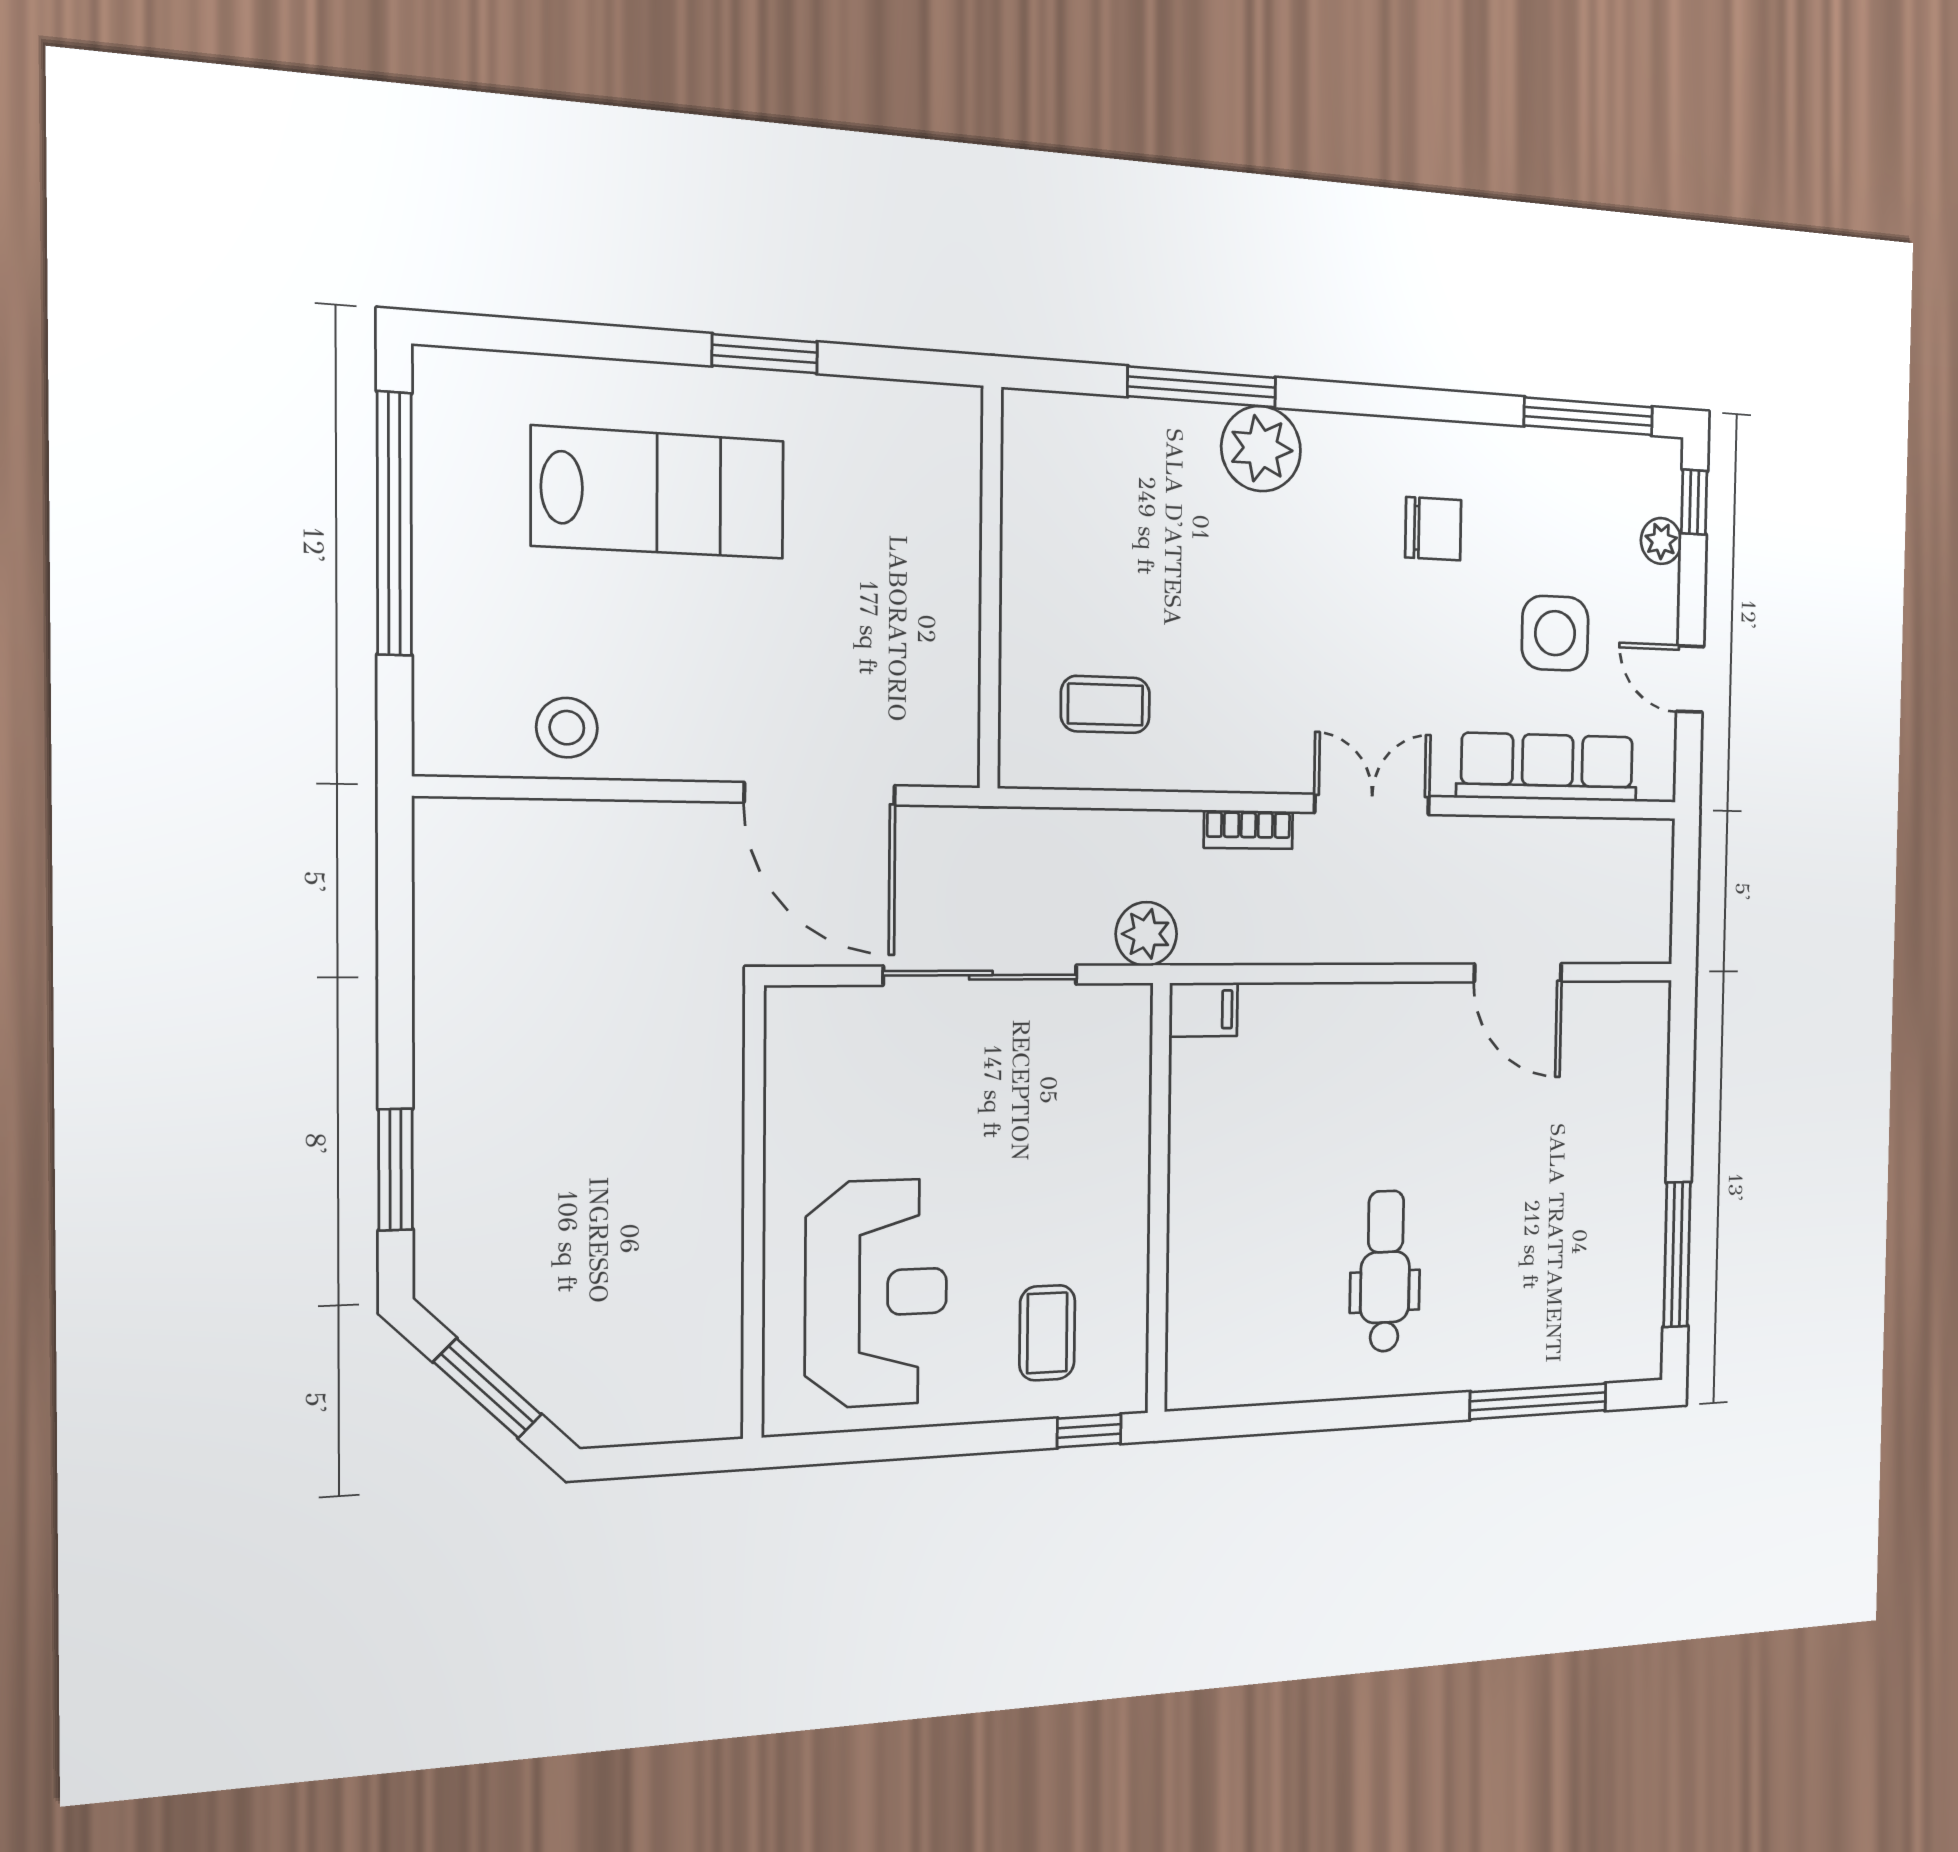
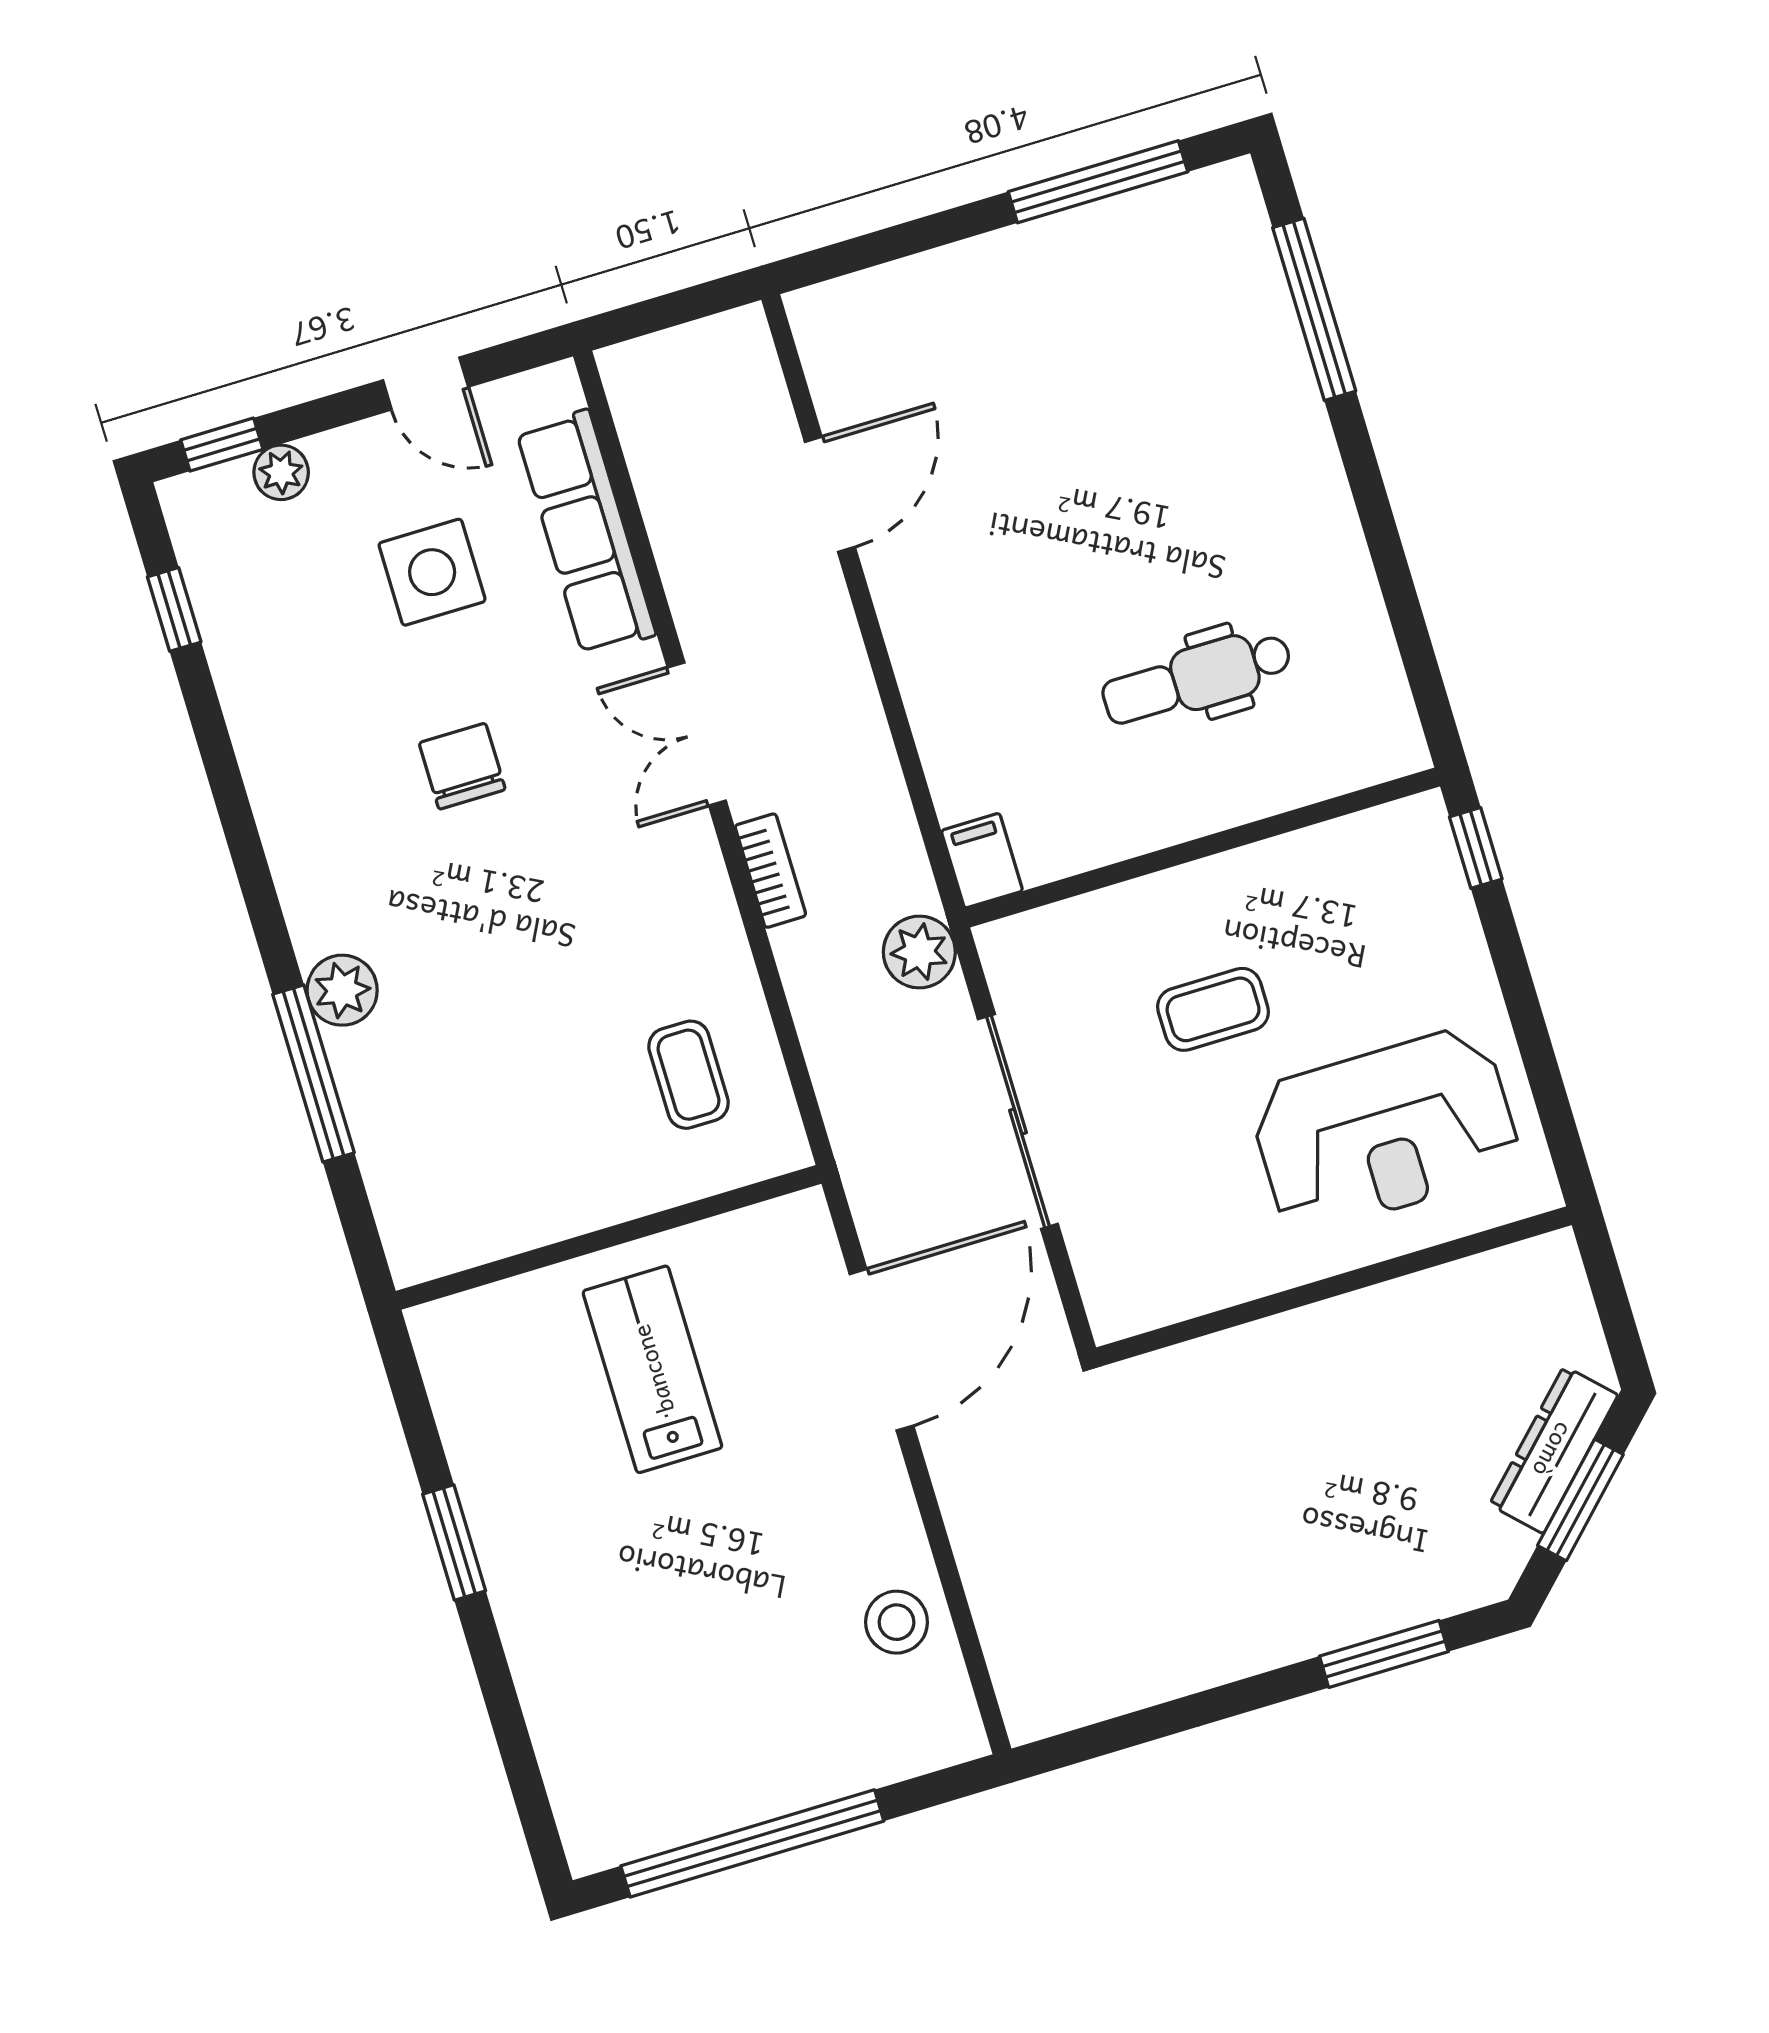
window: (1589, 416) -> (174, 609), width x0.46
plant: (1261, 449) -> (342, 990), width x0.73, depth x0.73
lab bench: (659, 493) -> (652, 1369), moved, width x0.73, depth x0.72
chair: (1433, 529) -> (462, 766), moved
door: (1690, 679) -> (426, 383), hinge flipped
dental chair: (1385, 1271) -> (1197, 678), moved
reception desk: (876, 1293) -> (1385, 1131), turned 180
coffee table: (1047, 1333) -> (1213, 1009), moved
dresser: (543, 1375) -> (1554, 1450), added

